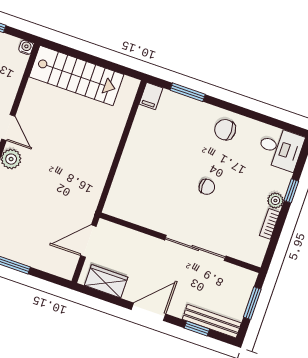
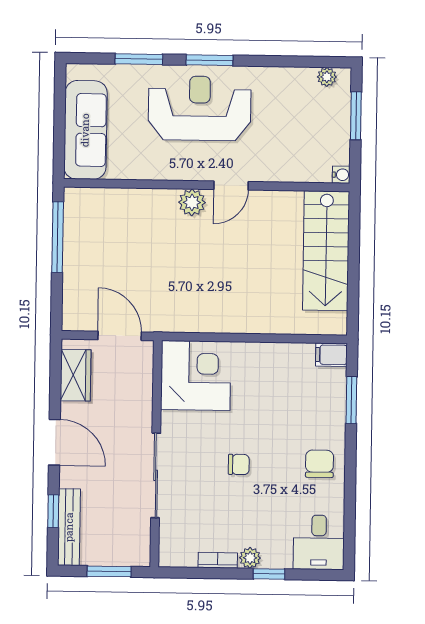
chair: (207, 187) -> (239, 464), turned -90
corner desk: (134, 197) -> (196, 376), added

